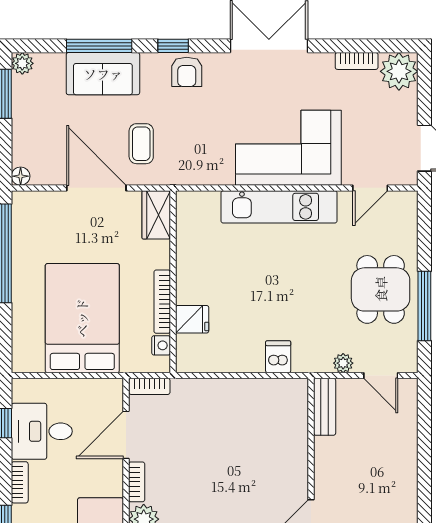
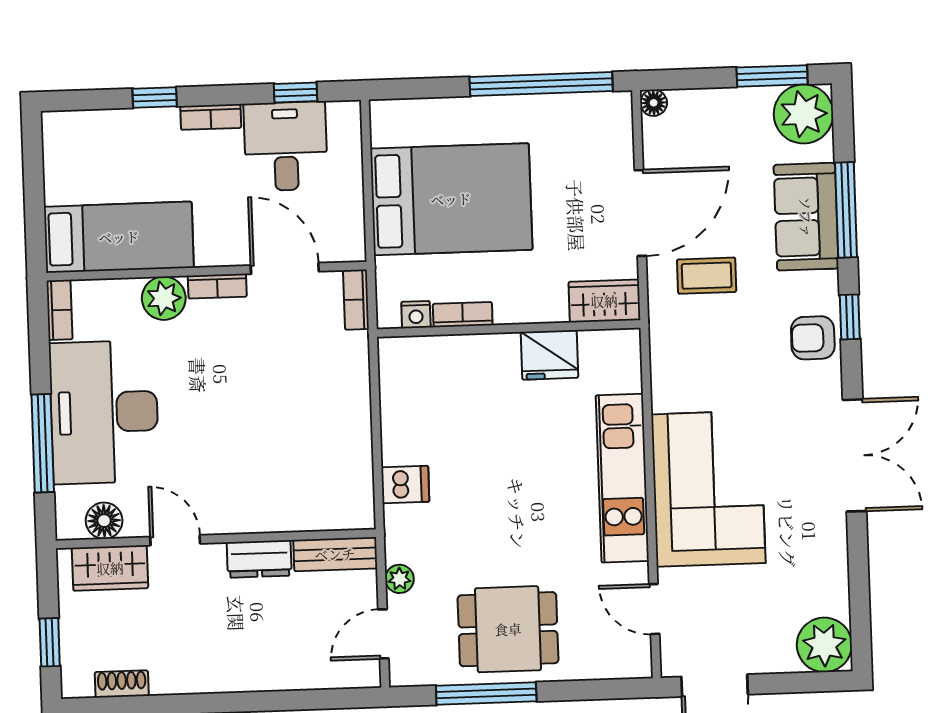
bookcase: (357, 61) -> (837, 583), removed
plant: (22, 63) -> (803, 114), width x1.87, depth x1.87
bookcase: (162, 302) -> (463, 315), width x0.64
fridge: (192, 319) -> (549, 355), moved, width x1.38
dresser: (326, 459) -> (259, 559), added

